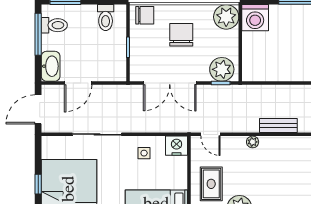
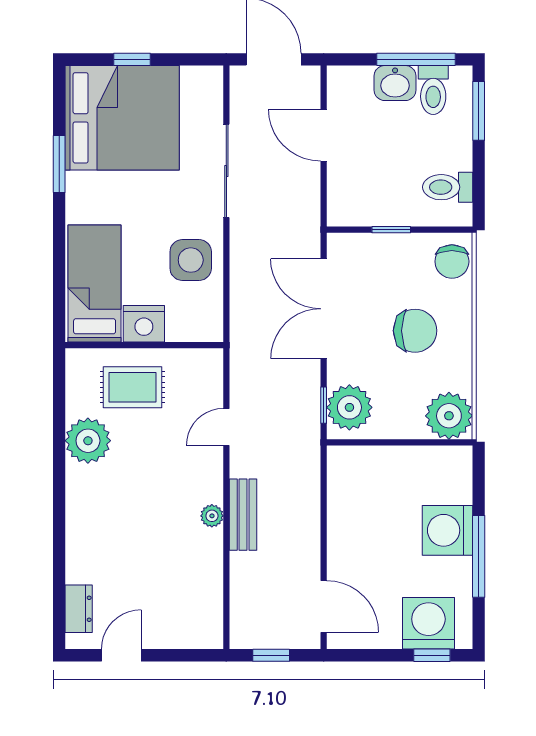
washing machine: (255, 18) -> (448, 530), moved
washbasin: (51, 66) -> (395, 83), moved, width x0.72
door: (210, 134) -> (226, 427), moved
plant: (253, 142) -> (212, 516), moved
nightstand: (177, 146) -> (144, 324), moved, turned 90
side table: (144, 153) -> (191, 260), width x1.87, depth x1.87

